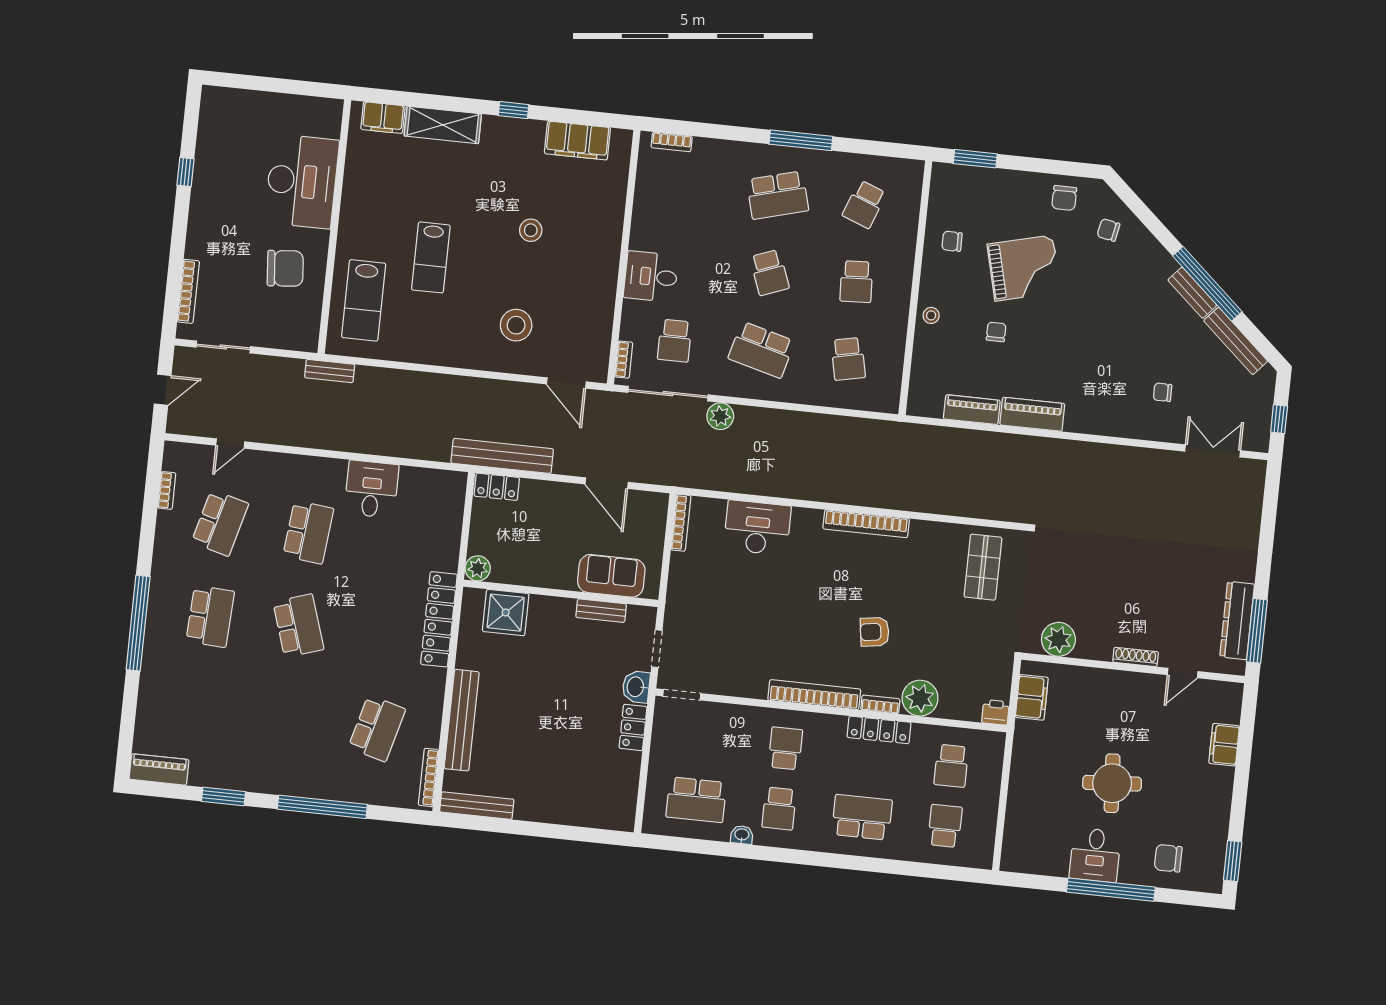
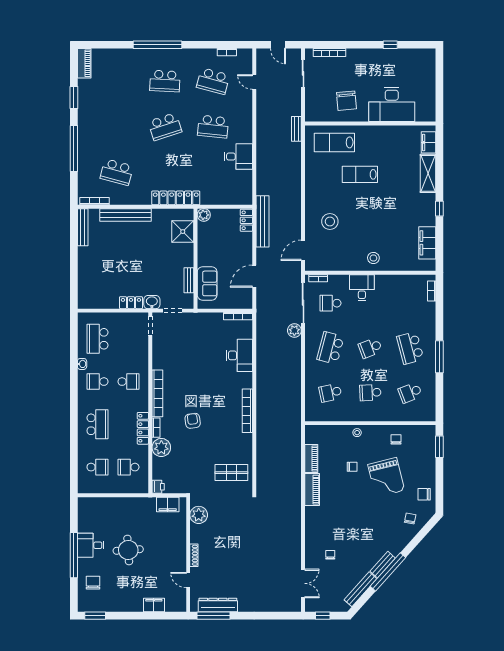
school desk: (864, 204) -> (410, 393), turned -42
stool: (531, 230) -> (373, 258), moved

